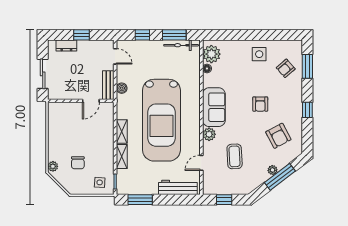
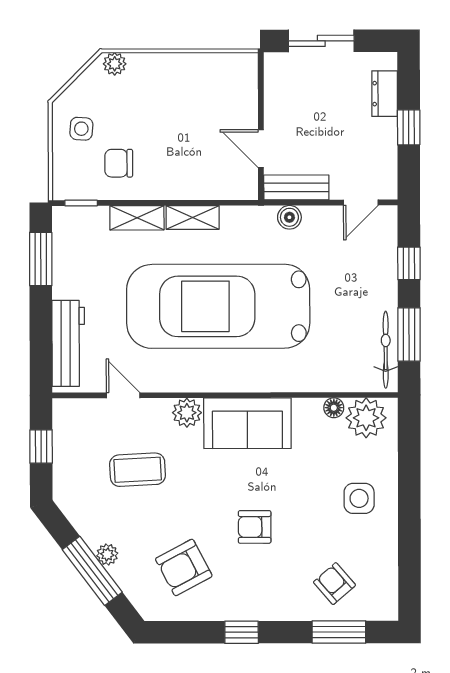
side table: (259, 54) -> (359, 498), moved
chair: (78, 163) -> (119, 163), moved
side table: (100, 182) -> (81, 129), moved

